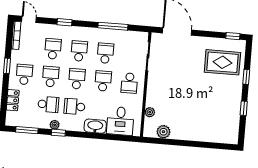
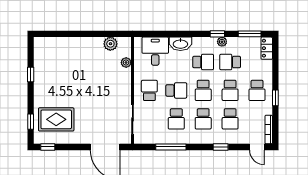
window: (246, 77) -> (31, 122), moved
school desk: (103, 81) -> (176, 90), turned -90
locker: (13, 100) -> (267, 48), moved

